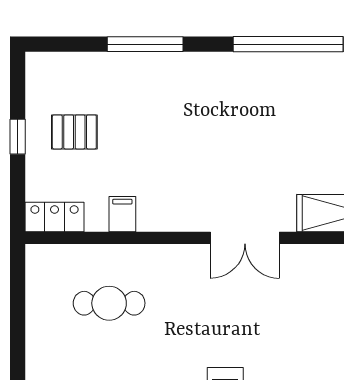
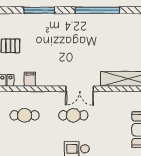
cafe table: (229, 303) -> (73, 115), added

